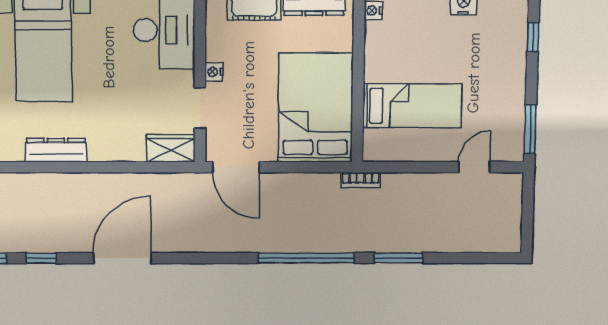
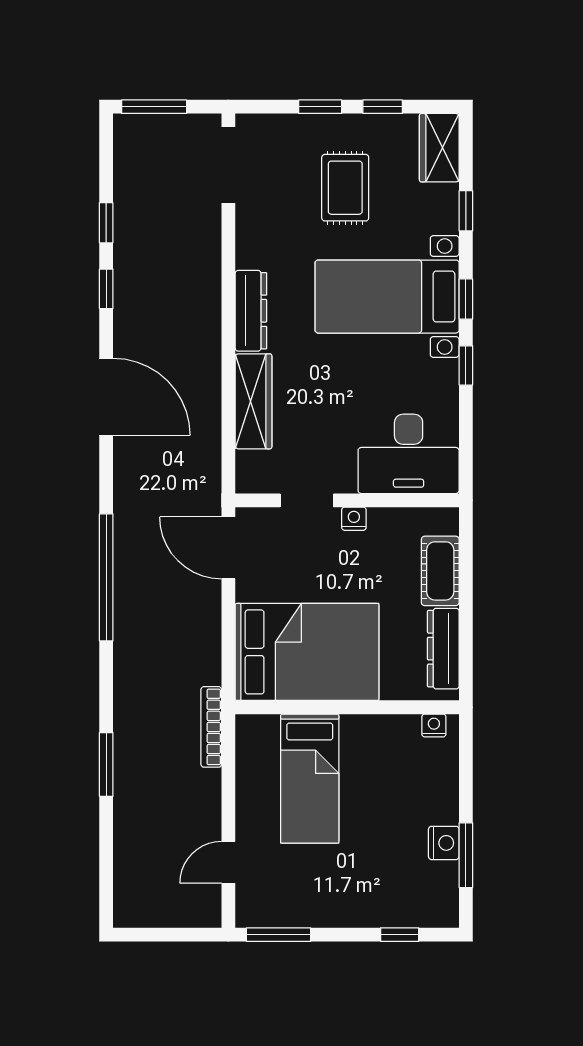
wardrobe: (171, 148) -> (253, 401), moved, width x1.50
door: (236, 167) -> (228, 548), hinge flipped
door: (474, 167) -> (228, 862), swing flipped
bookcase: (361, 180) -> (211, 727), width x1.56
window: (306, 258) -> (106, 577), moved

